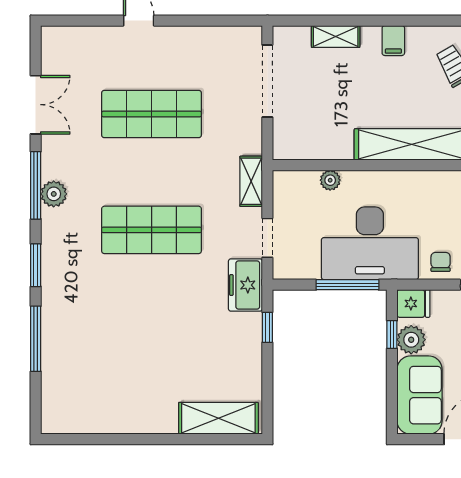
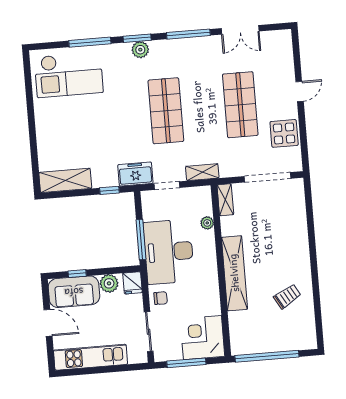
shelving: (336, 37) -> (225, 200), moved
filing cabinet: (393, 41) -> (300, 256), removed
display table: (202, 50) -> (284, 133), added
plant: (54, 194) -> (140, 50), moved
window: (392, 334) -> (77, 274), moved
checkout: (83, 376) -> (69, 75), added
shelving: (218, 418) -> (65, 180), moved, turned 90

